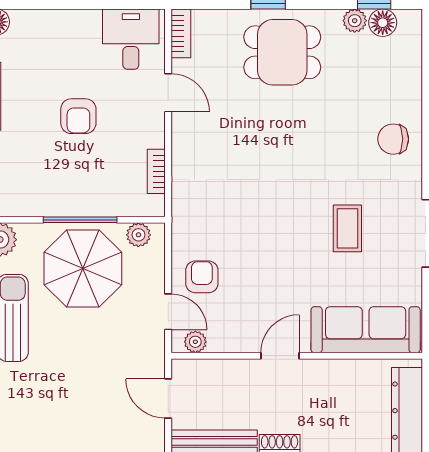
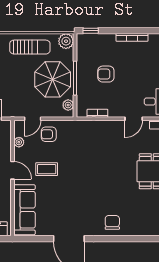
armchair: (78, 116) -> (106, 74), moved
coffee table: (347, 228) -> (47, 169), moved
armchair: (202, 277) -> (49, 134), turned 180
plant: (195, 342) -> (19, 142), moved

